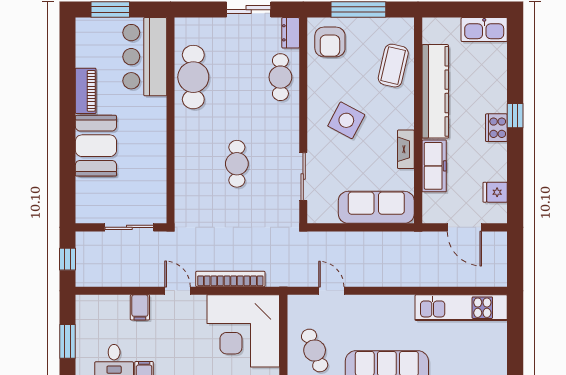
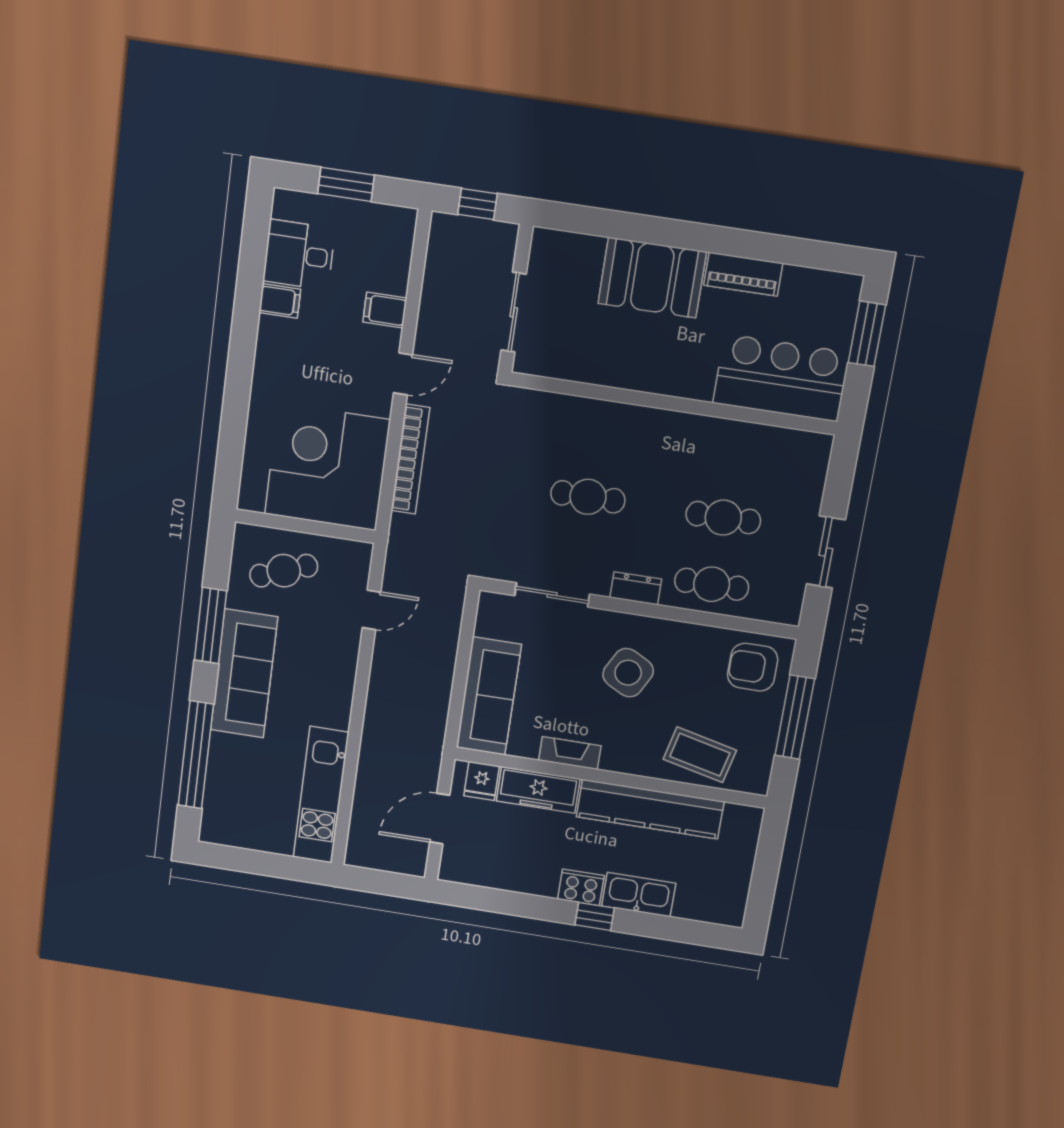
kitchen sink: (484, 30) -> (639, 895), moved, turned 90
dresser: (291, 33) -> (636, 588), moved
cafe table: (193, 77) -> (723, 518), moved, width x0.73, depth x0.74
fridge: (495, 192) -> (482, 781), moved, turned 180

